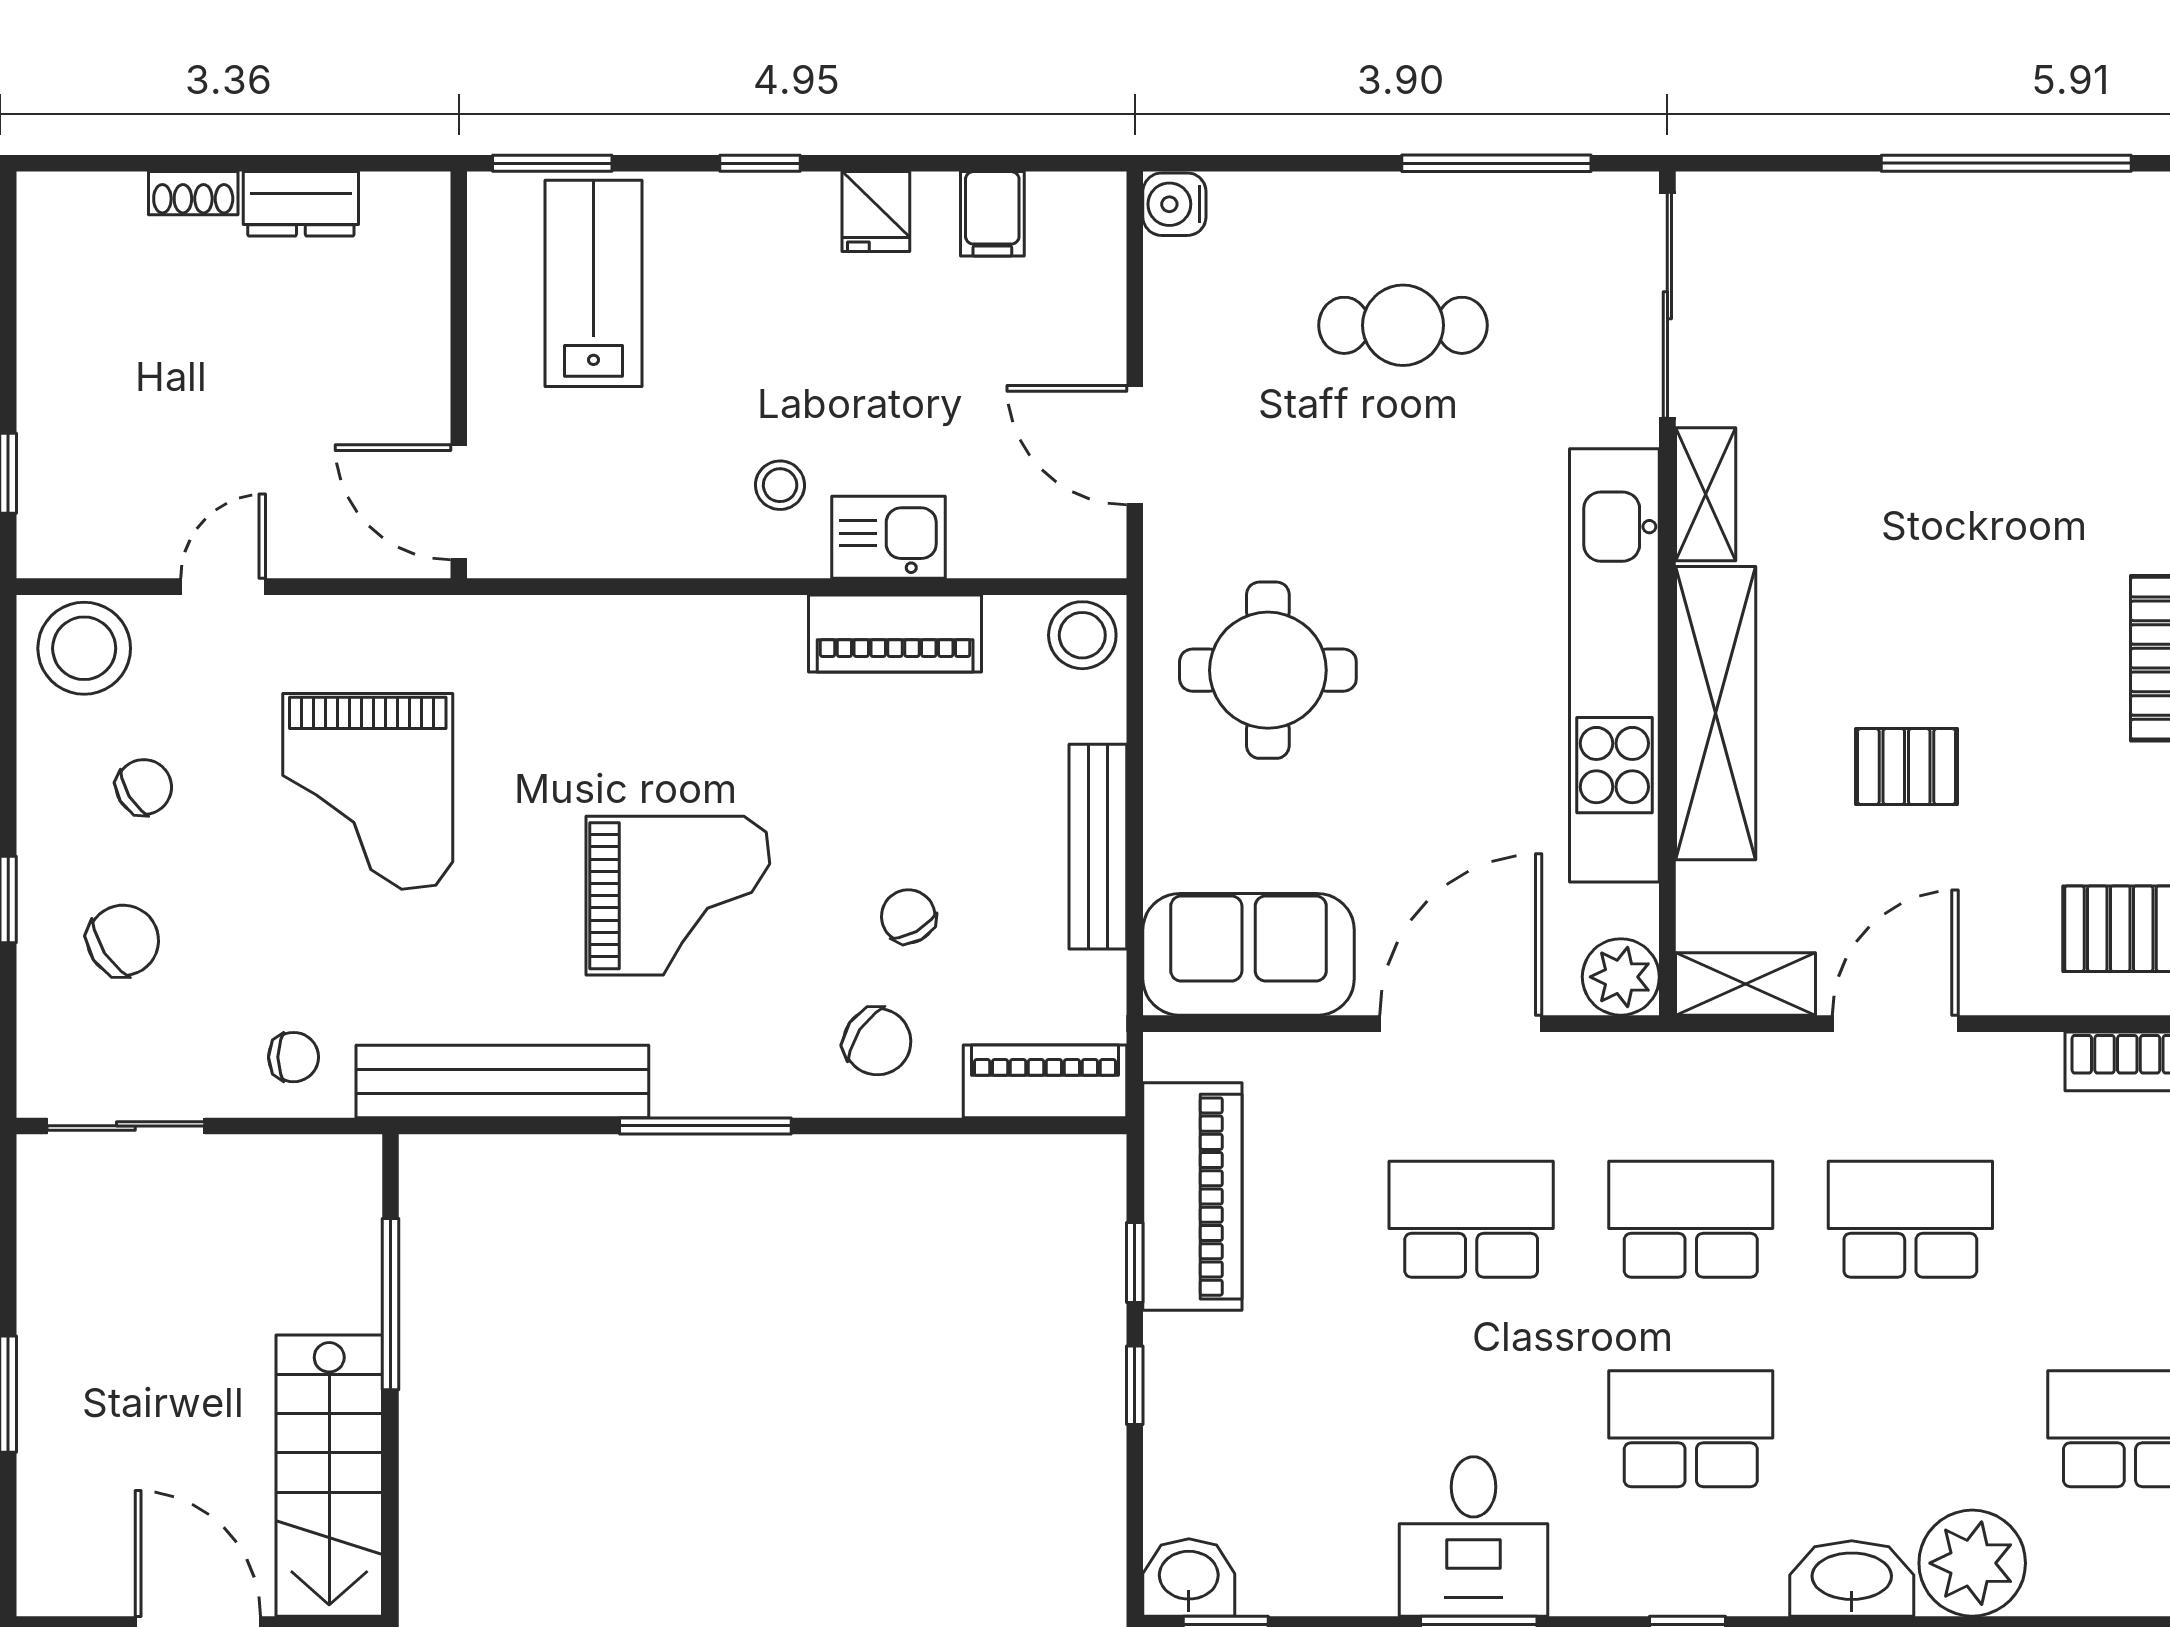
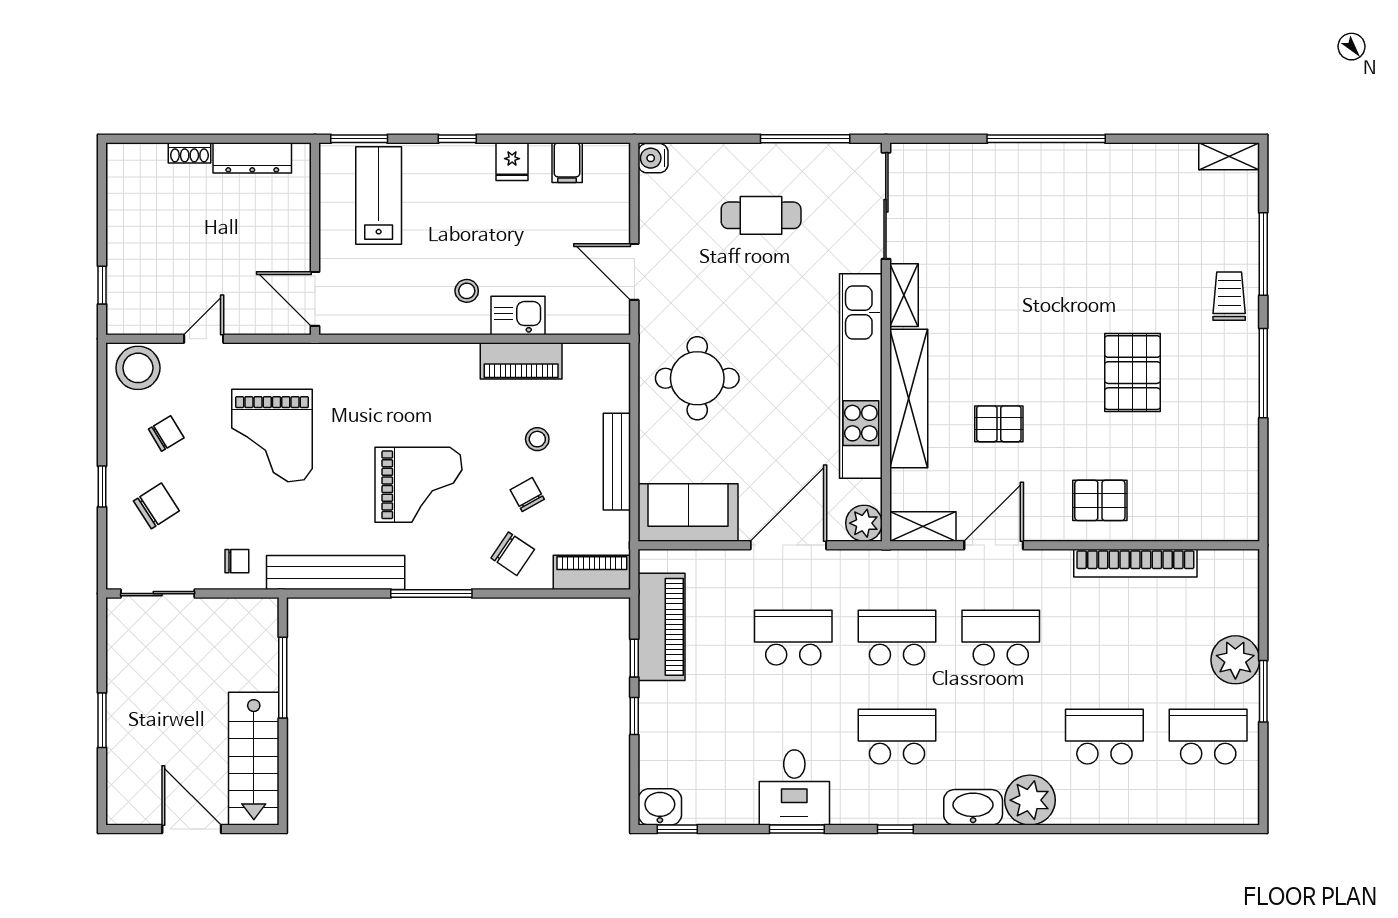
dresser: (301, 204) -> (252, 158), width x1.44
stool: (1082, 635) -> (537, 439), moved, width x0.73, depth x0.73

